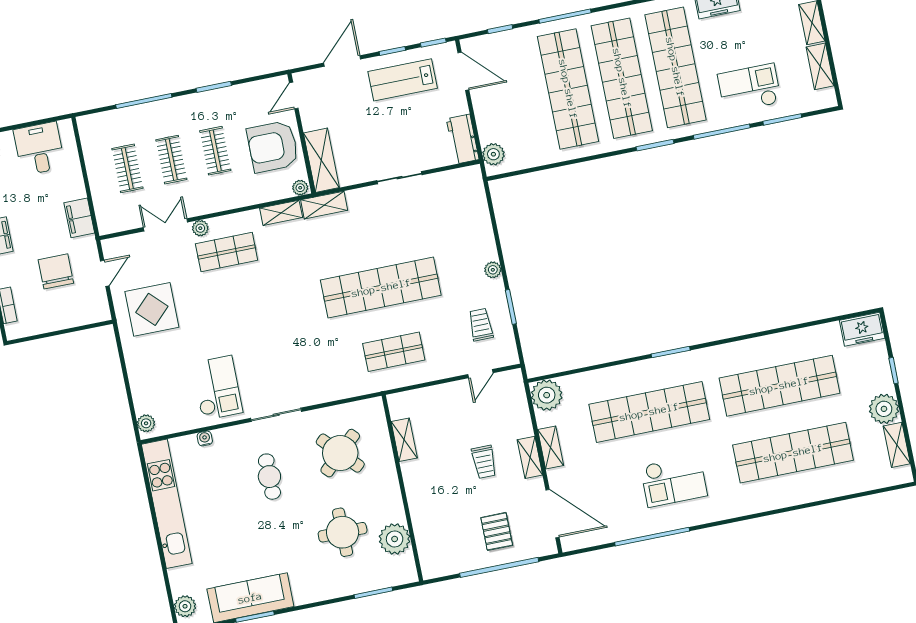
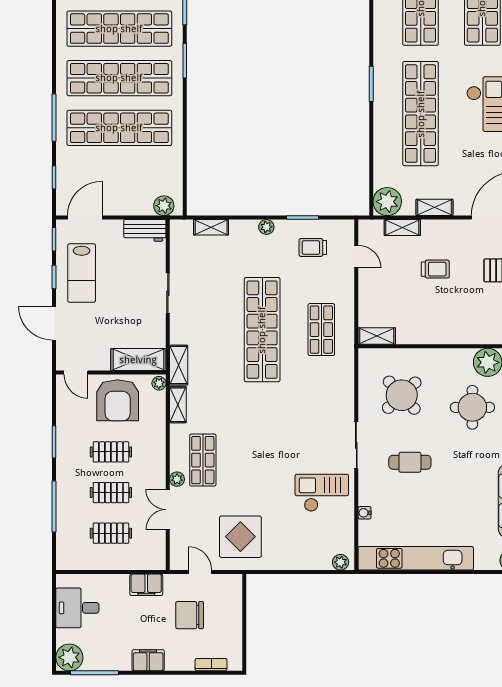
shelving: (480, 210) -> (211, 227), added
shelving: (404, 440) -> (377, 336), moved
shelving: (530, 457) -> (402, 228), moved

